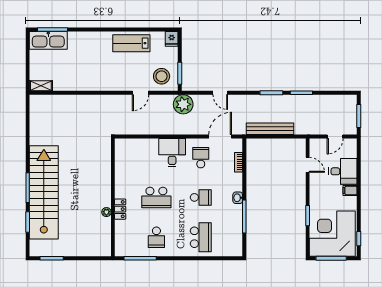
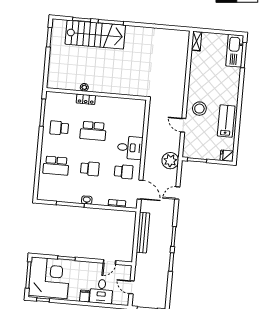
stool: (162, 76) -> (199, 109), moved
stairs: (44, 192) -> (95, 35), width x0.73
school desk: (156, 197) -> (93, 131), turned -90
school desk: (201, 197) -> (90, 169), turned -90

